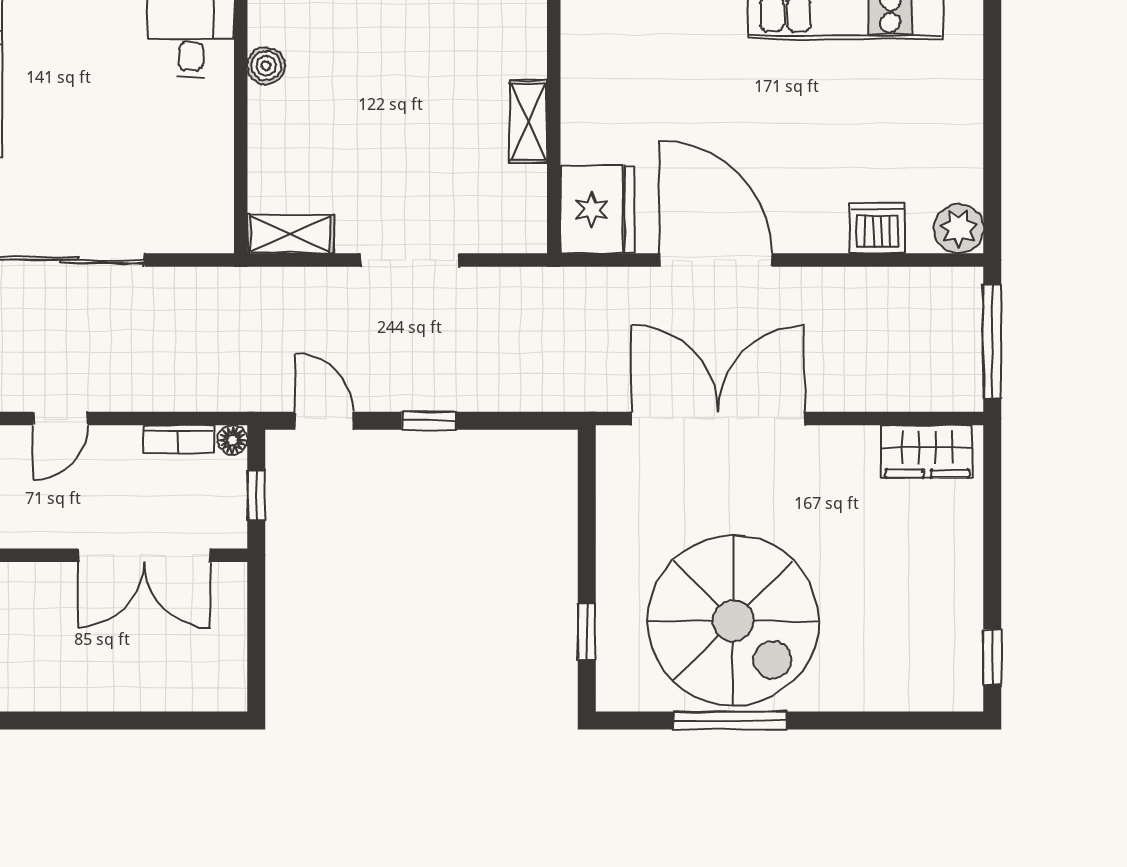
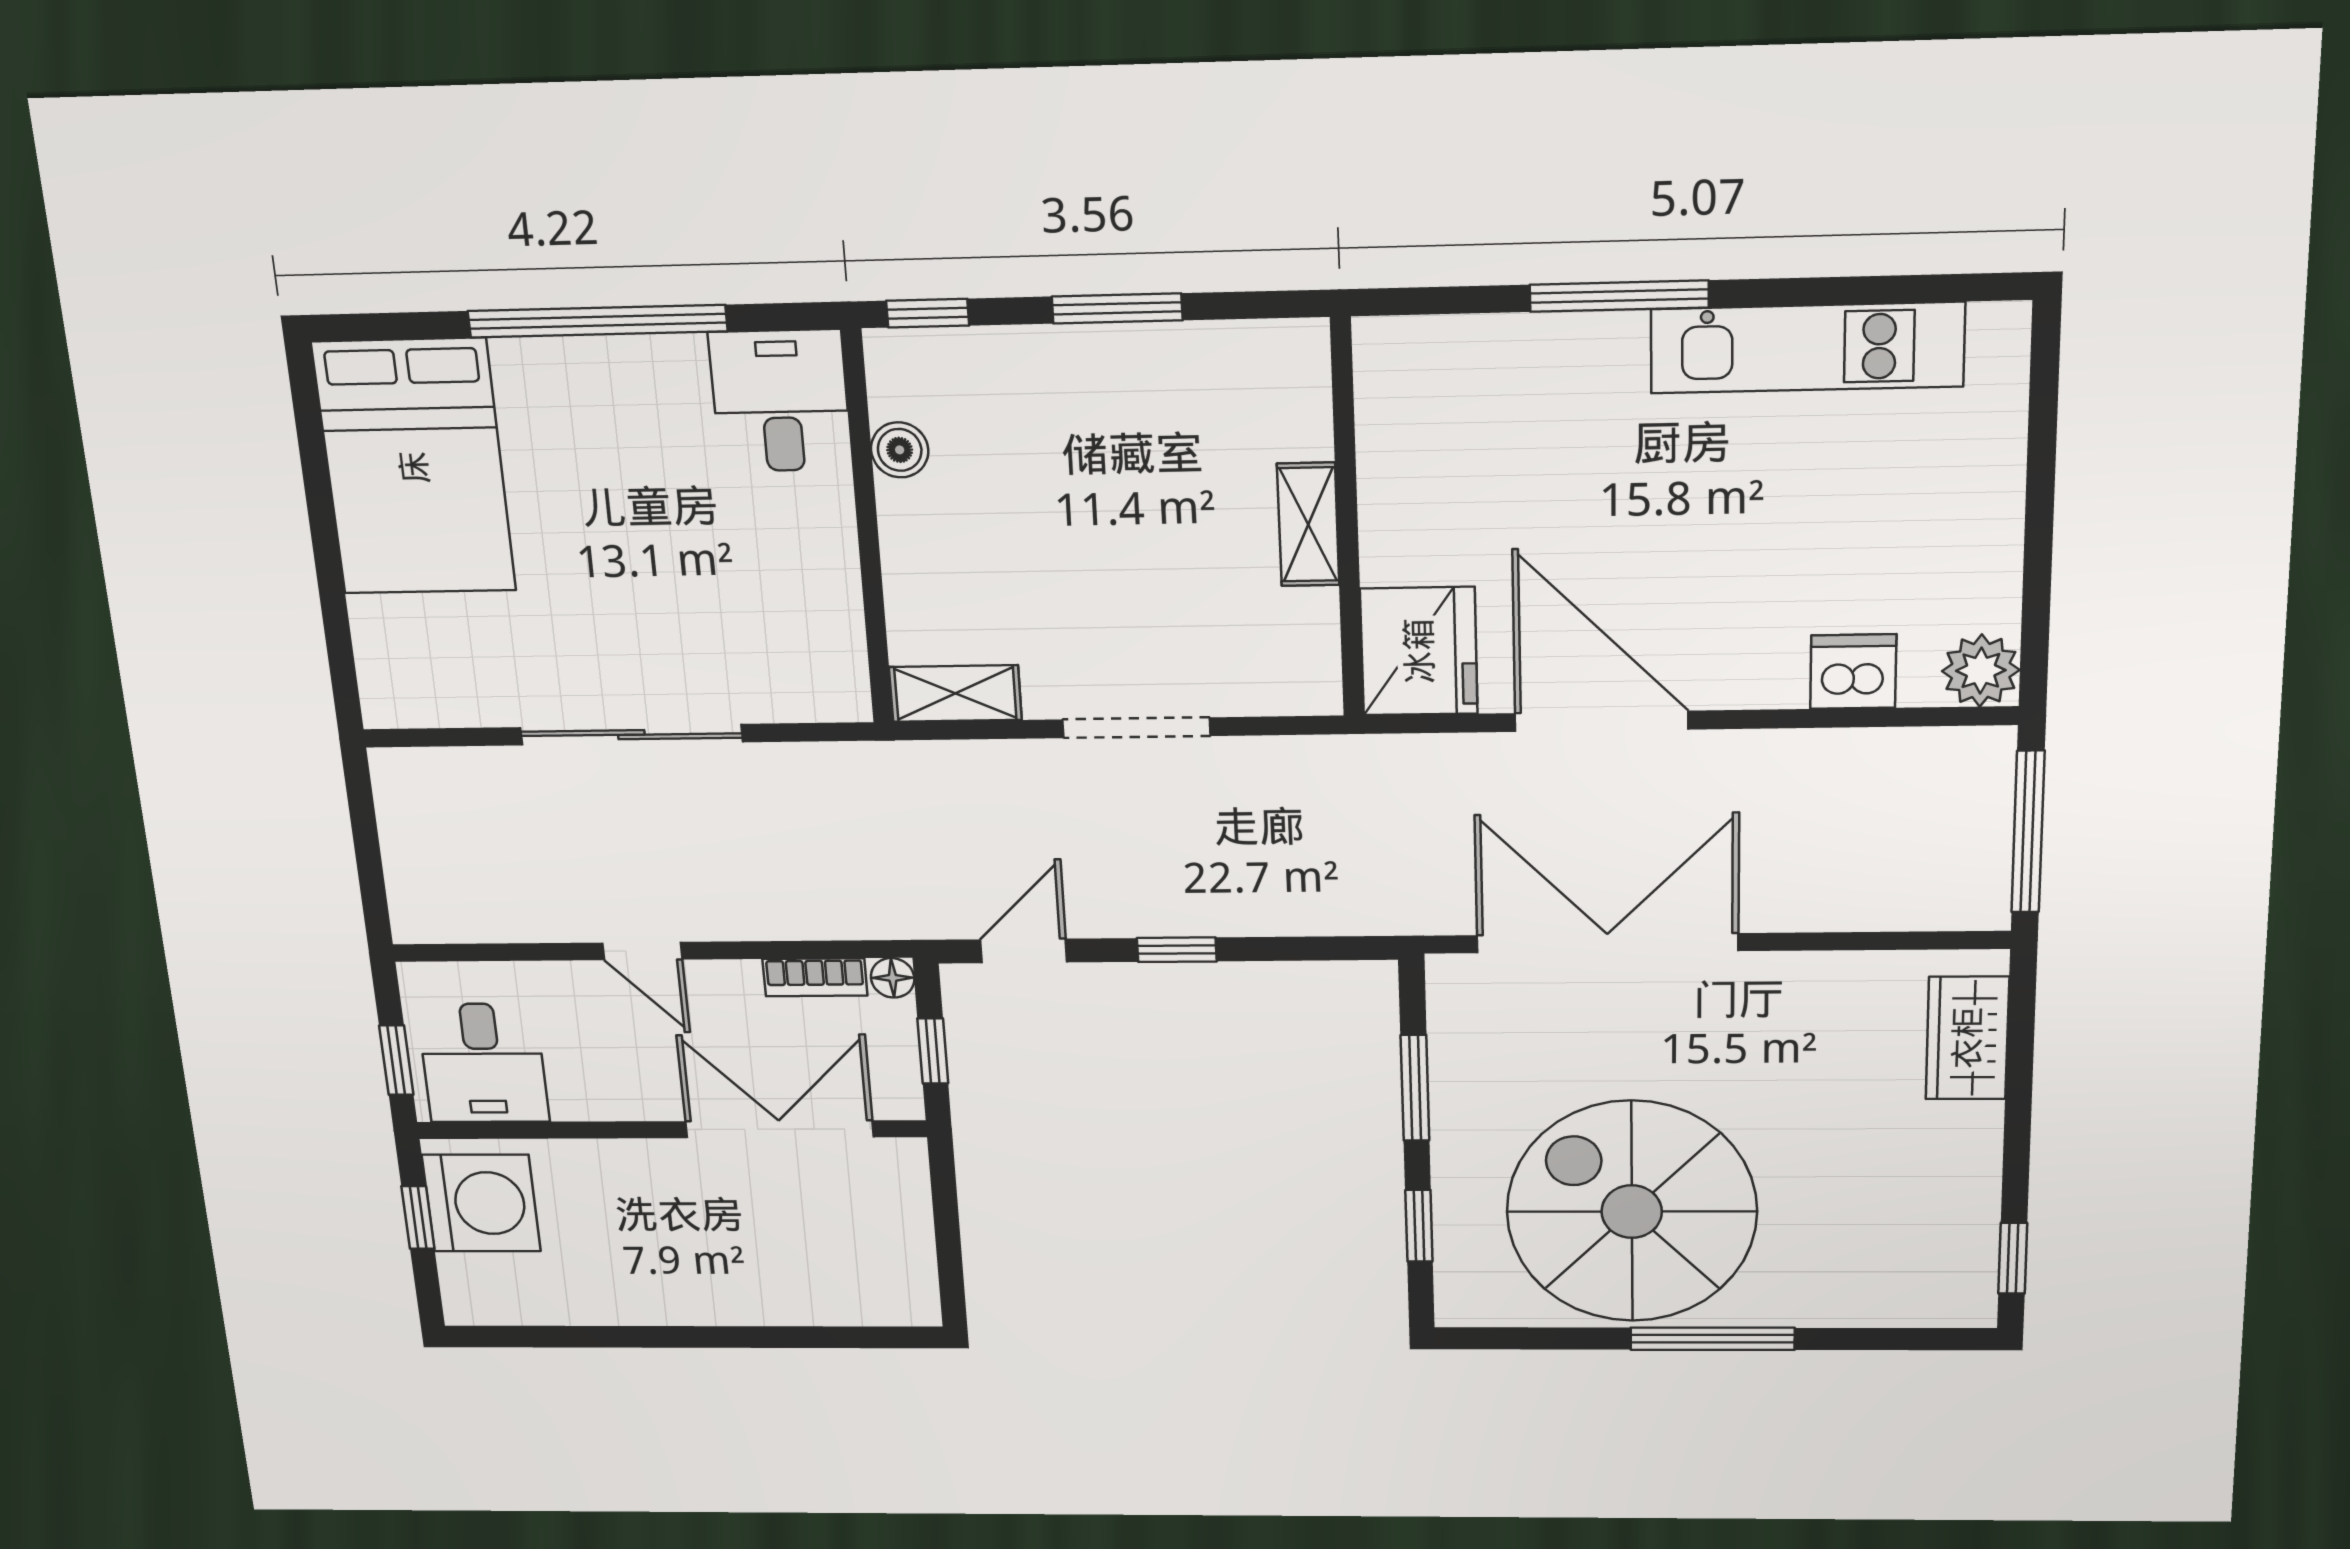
door: (61, 419) -> (642, 951), hinge flipped
door: (324, 421) -> (1024, 951), hinge flipped
wardrobe: (927, 451) -> (1967, 1038), moved, turned 90
window: (587, 525) -> (1415, 1088), added
double door: (144, 555) -> (779, 1129), swing flipped
spiral stairs: (733, 621) -> (1632, 1212), turned 180
window: (730, 720) -> (1713, 1339), moved

